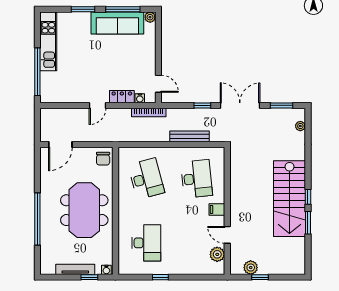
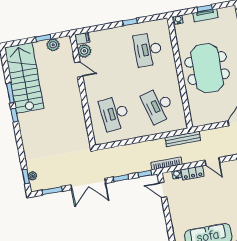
door: (98, 105) -> (212, 161), swing flipped
window: (175, 105) -> (145, 174), added
window: (308, 127) -> (26, 177), added
bench: (189, 136) -> (183, 139), moved
chair: (103, 159) -> (199, 116), removed
stairs: (289, 199) -> (24, 78), moved
filing cabinet: (217, 209) -> (82, 38), moved
tv unit: (75, 269) -> (205, 15), width x0.71
window: (89, 277) -> (205, 8), moved

